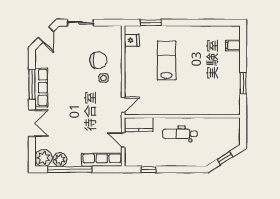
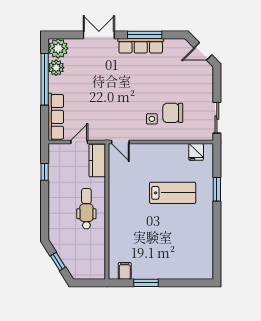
sliding door: (81, 23) -> (217, 118), moved
window: (151, 23) -> (217, 189), moved
filing cabinet: (233, 45) -> (125, 271), moved
chair: (98, 60) -> (173, 113), turned 90
double door: (32, 123) -> (99, 35), swing flipped

